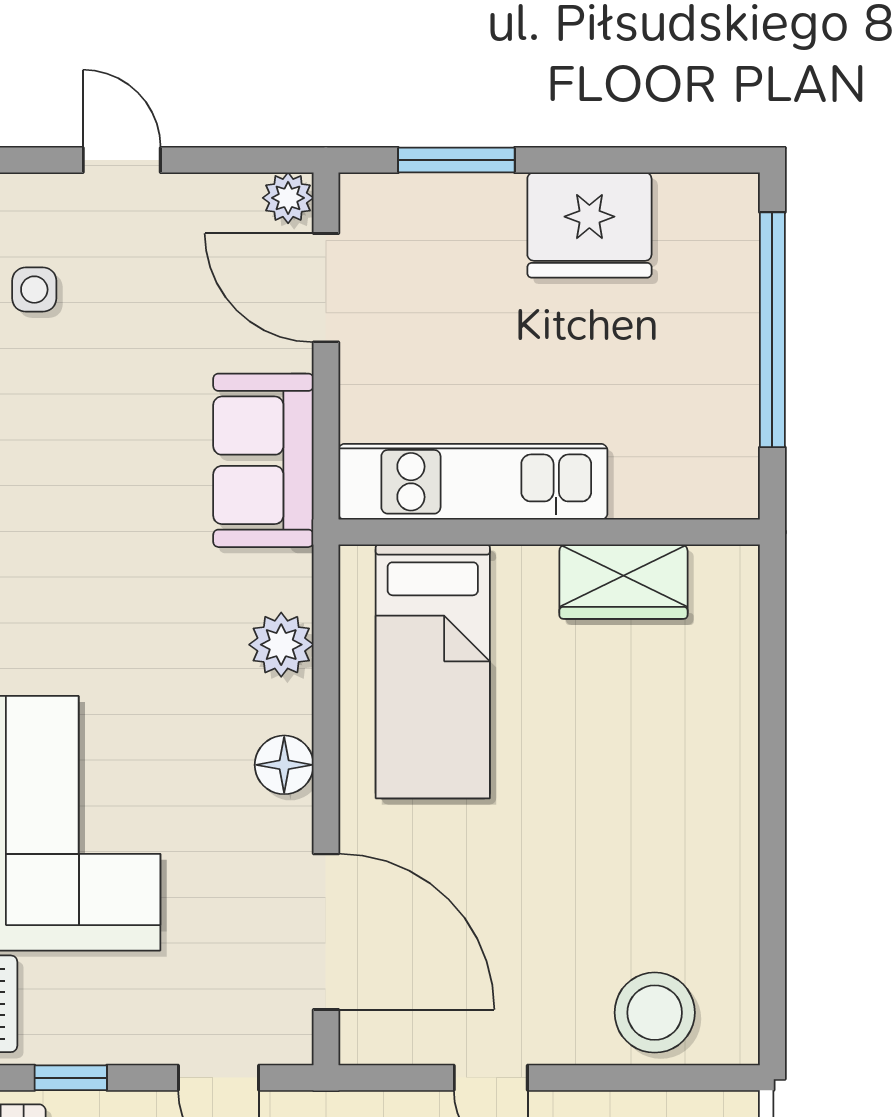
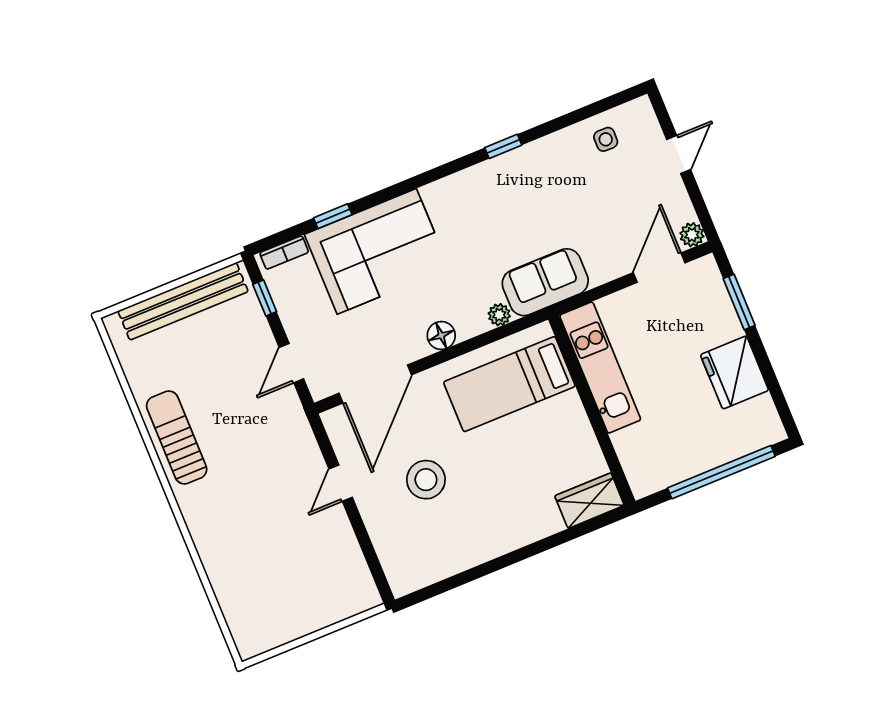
sofa: (263, 460) -> (545, 282), moved
wardrobe: (623, 582) -> (590, 501), moved, turned 90
plant: (281, 645) -> (499, 315), width x0.73, depth x0.73
stool: (655, 1013) -> (426, 480), moved

